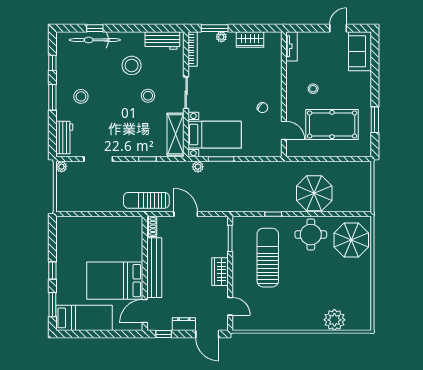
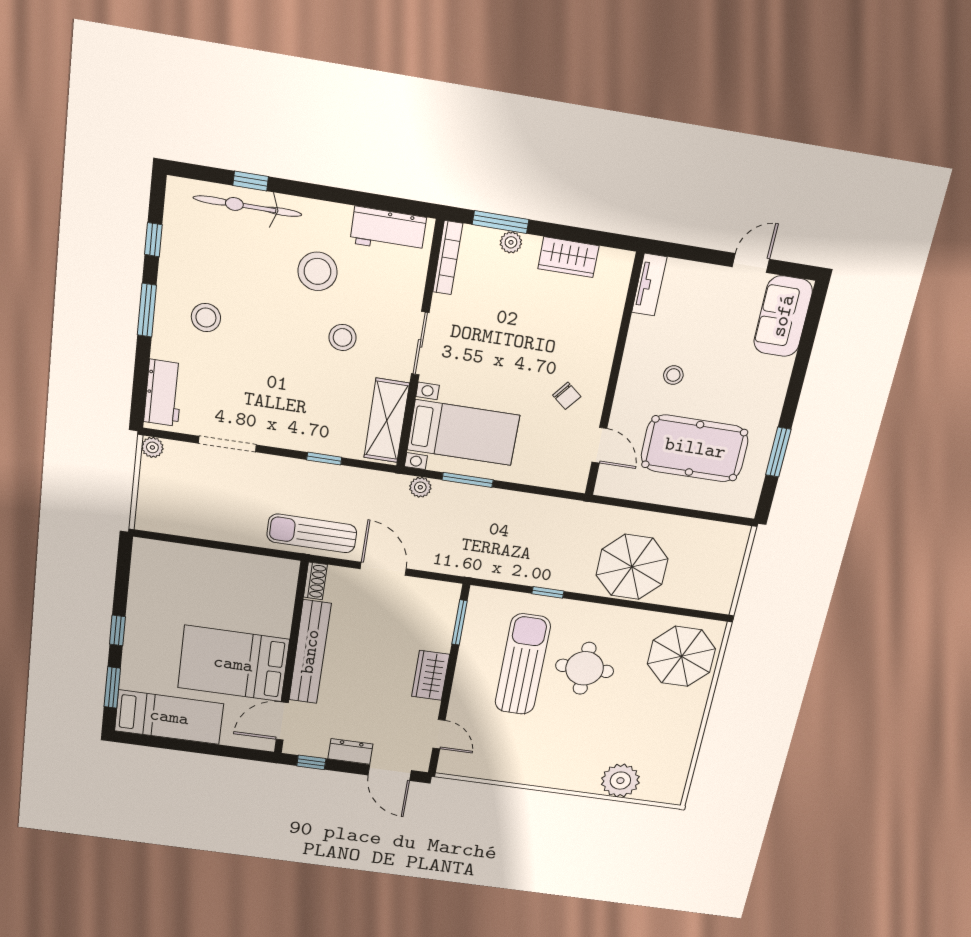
round table: (311, 235) -> (585, 668), moved

